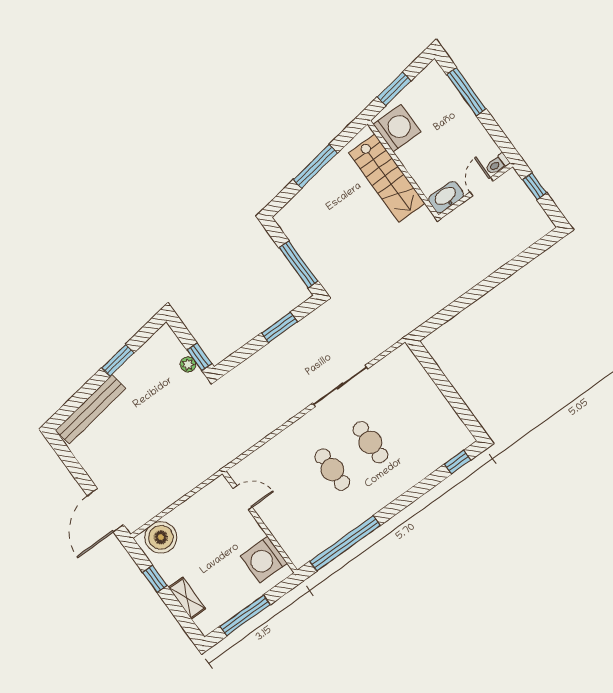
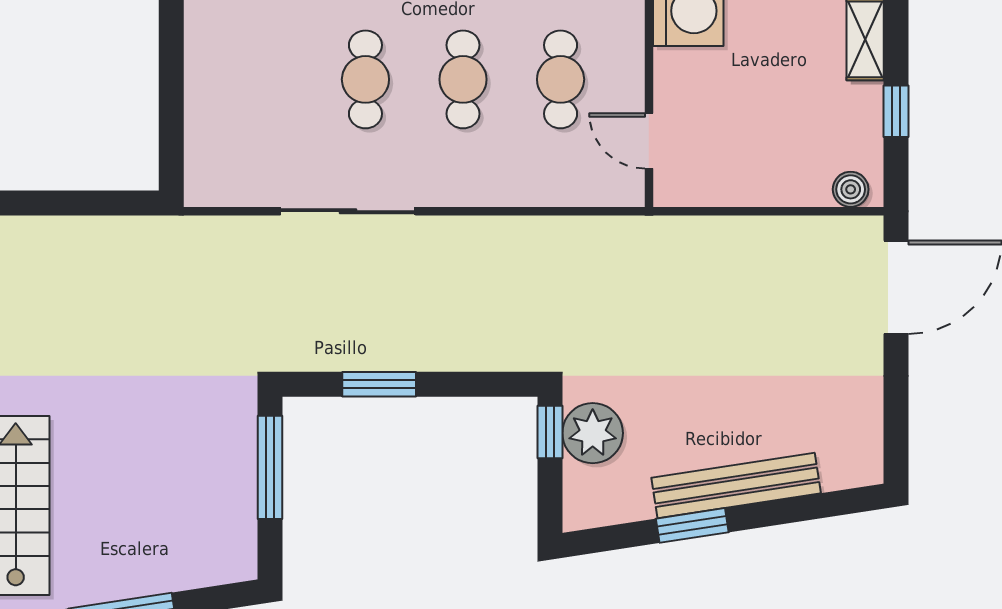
plant: (188, 364) -> (593, 433), width x1.88, depth x1.88
bench: (90, 409) -> (736, 485), moved
cafe table: (294, 497) -> (561, 79), added
boiler: (161, 537) -> (851, 189), width x0.54, depth x0.54

